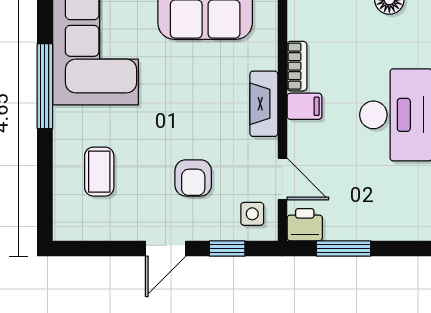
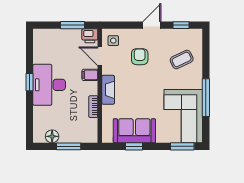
filing cabinet: (304, 106) -> (90, 75), moved
coffee table: (99, 172) -> (182, 59), turned 64
window: (227, 248) -> (181, 25), moved

